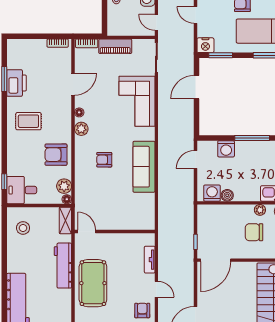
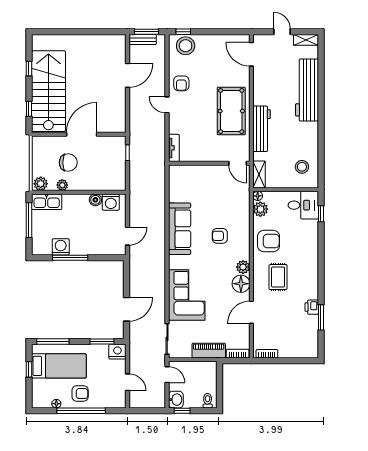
printer: (16, 83) -> (312, 307), width x0.53, depth x0.68
floor lamp: (79, 112) -> (241, 284), width x1.89, depth x1.89
rug: (28, 121) -> (278, 277), moved, turned 90
washing machine: (226, 149) -> (61, 247), moved
armchair: (104, 160) -> (220, 236), turned 180
tv unit: (150, 260) -> (174, 148), moved
door: (216, 260) -> (82, 134), moved

